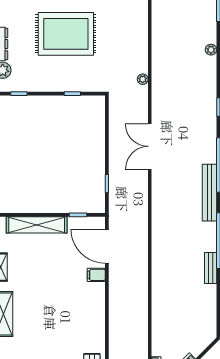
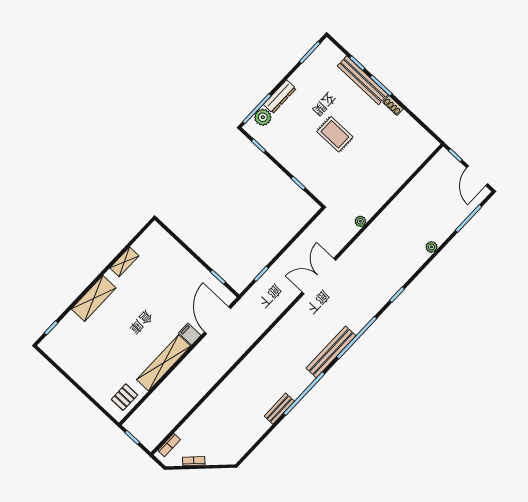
rug: (66, 34) -> (335, 134), width x0.54, depth x0.49
shelving: (37, 225) -> (164, 363), moved, turned 90

